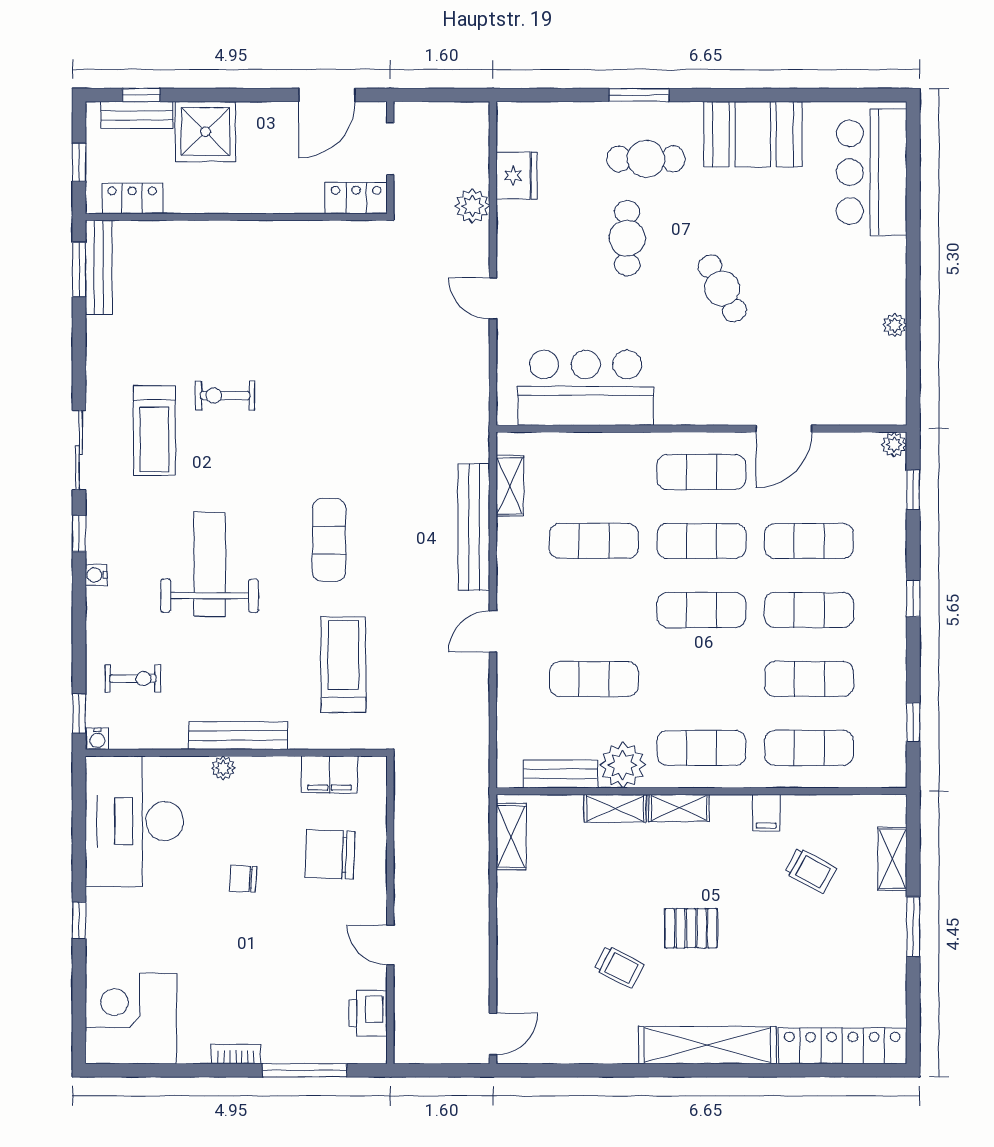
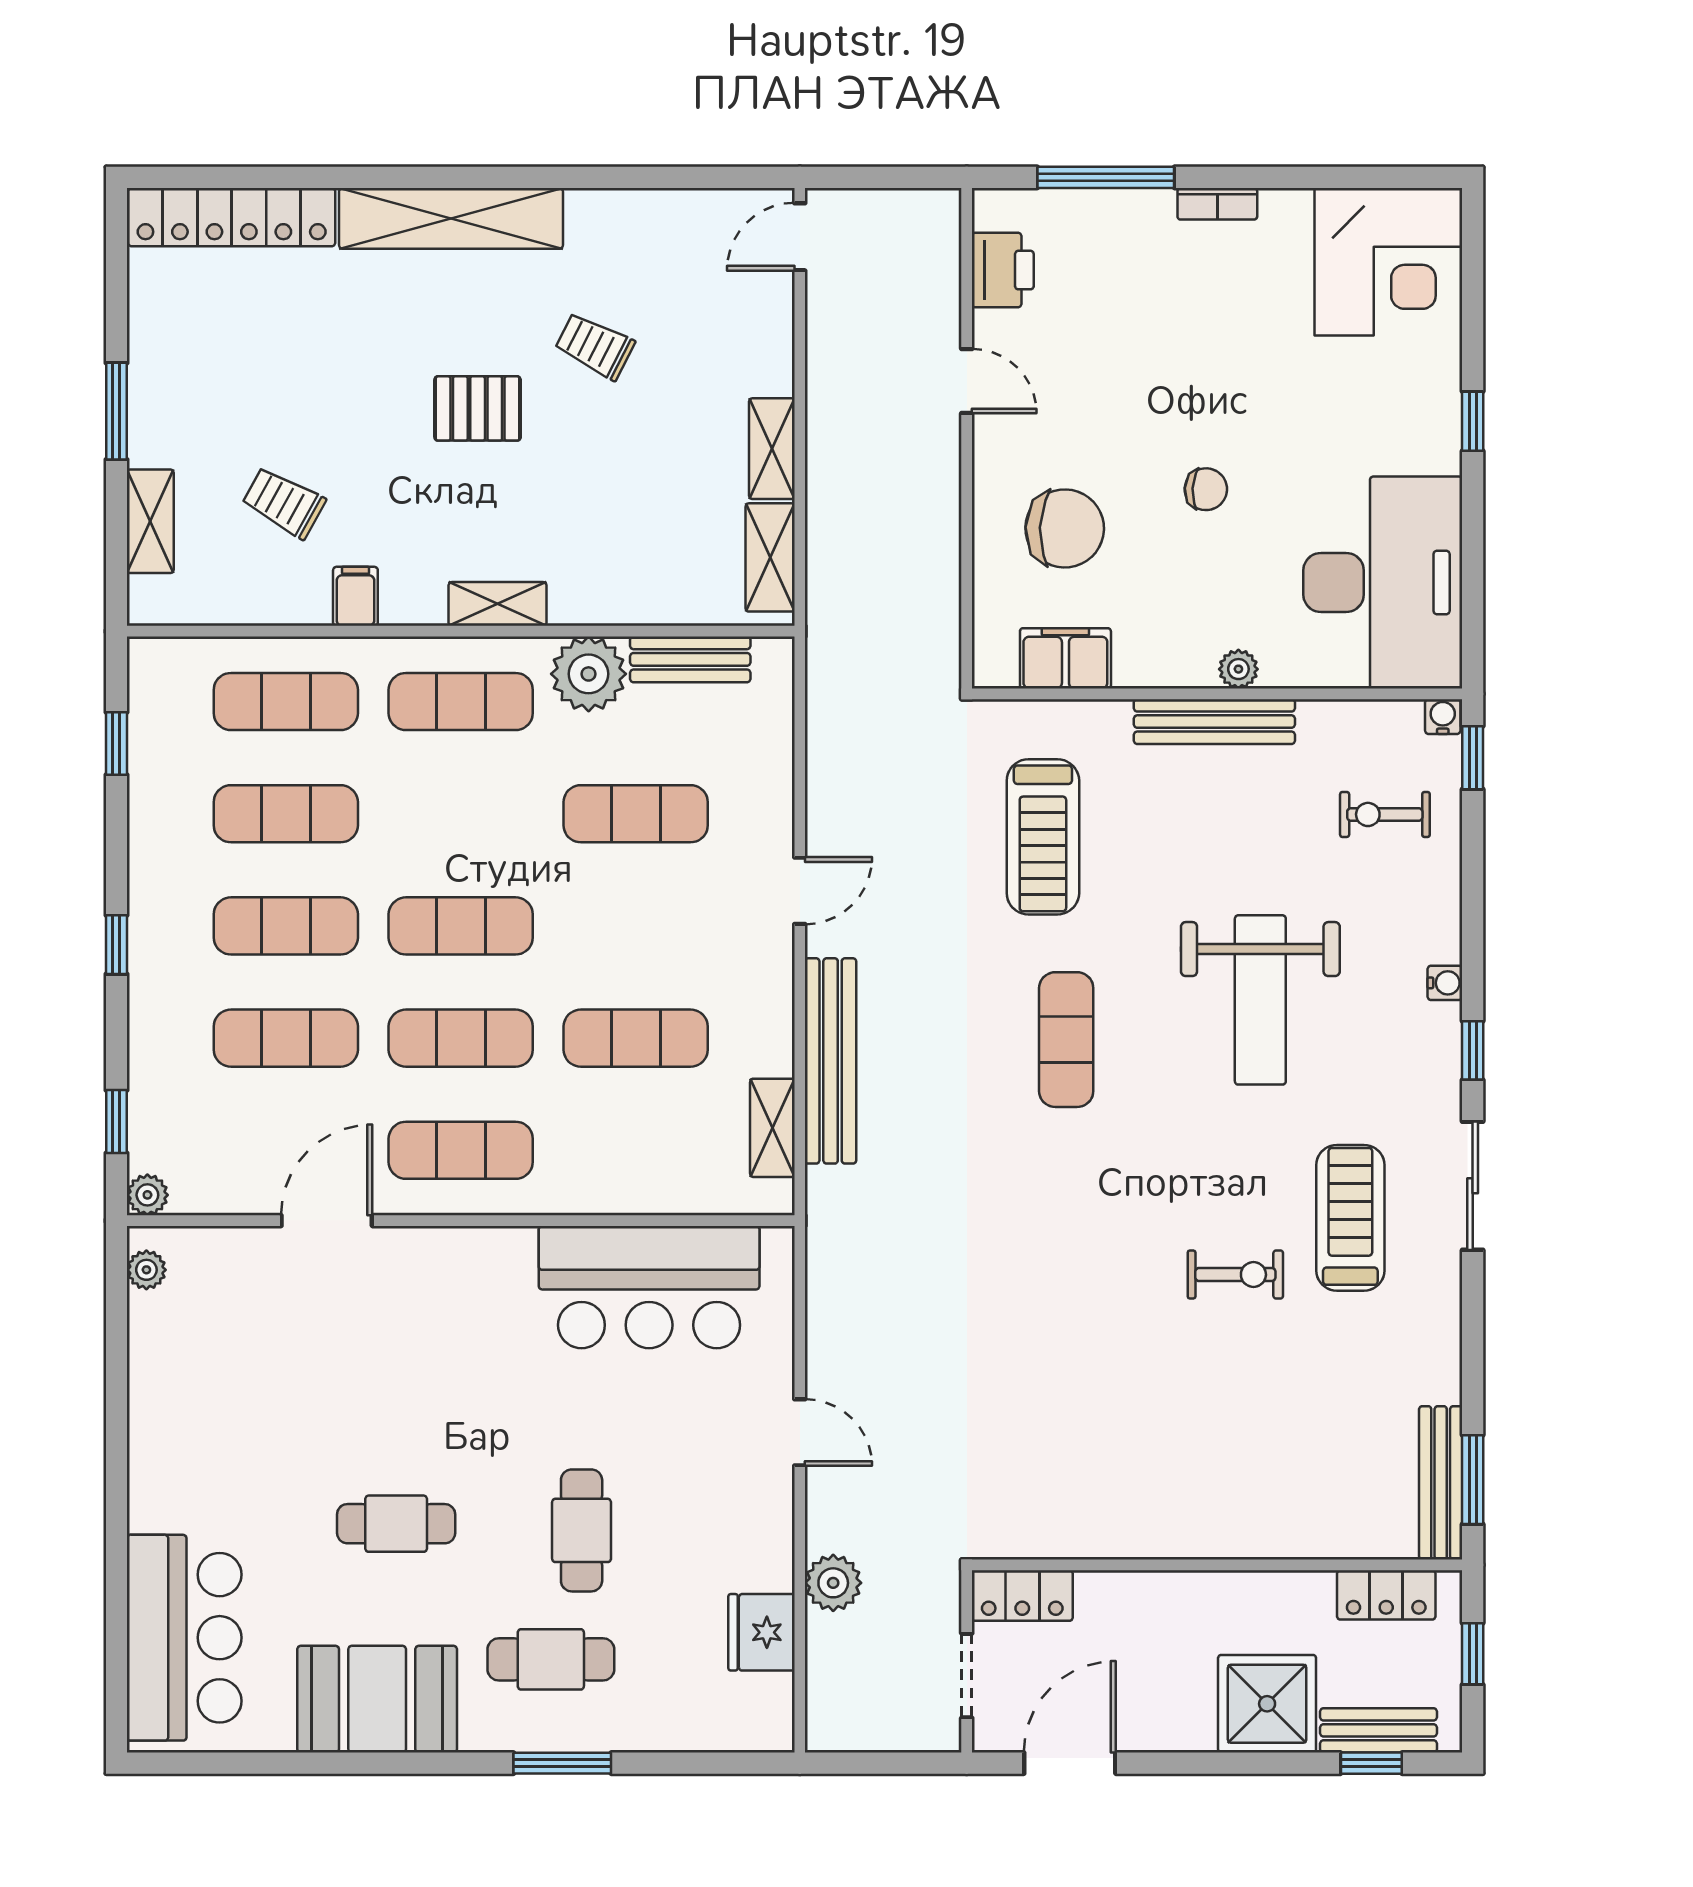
cafe table: (722, 288) -> (396, 1524), moved, turned -61
plant: (895, 325) -> (146, 1270), moved
shelving: (615, 808) -> (772, 449), moved, turned 90

